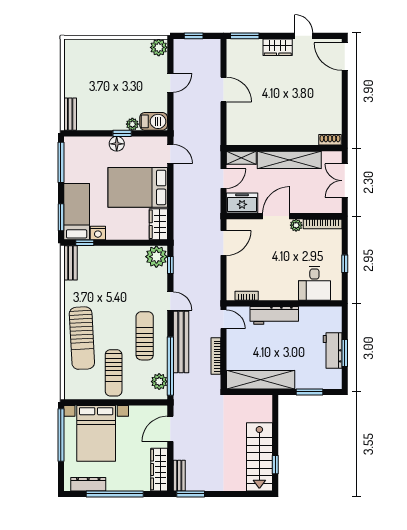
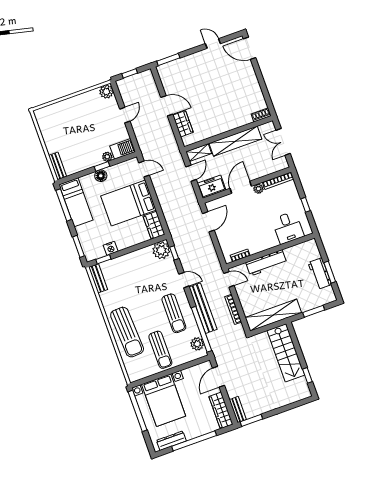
wardrobe: (278, 47) -> (183, 124), moved, turned -90
bed: (77, 212) -> (76, 202), moved, turned 180
sun lounger: (145, 336) -> (174, 313), turned 180
stairs: (259, 457) -> (286, 353), moved

